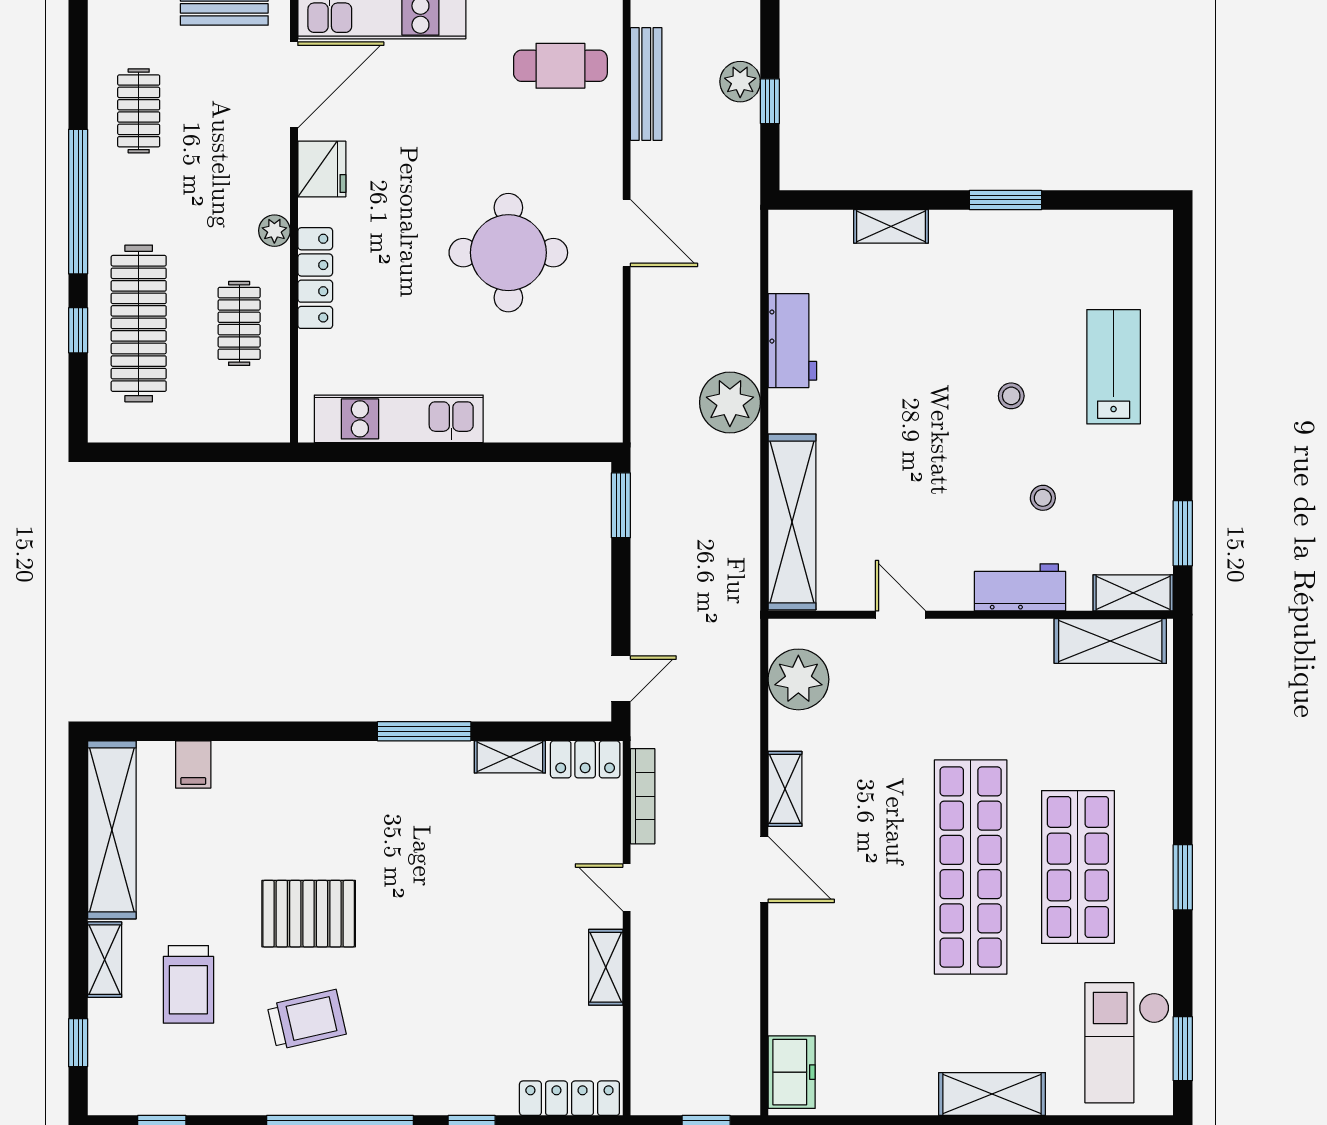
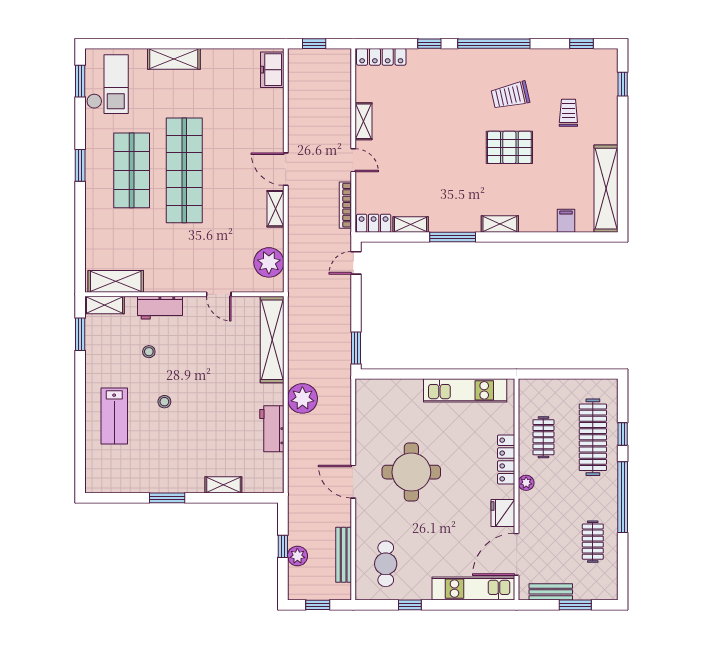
cafe table: (560, 66) -> (386, 564), turned 90
shelving: (105, 960) -> (500, 224), moved, turned 90
trolley: (188, 984) -> (568, 113), width x0.73, depth x0.72

